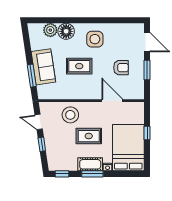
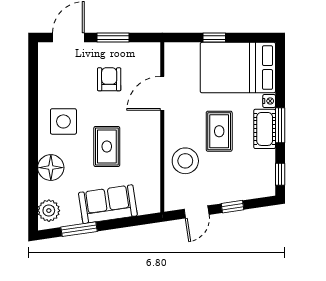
plant: (50, 30) -> (49, 211), moved
window: (32, 76) -> (79, 229), moved

